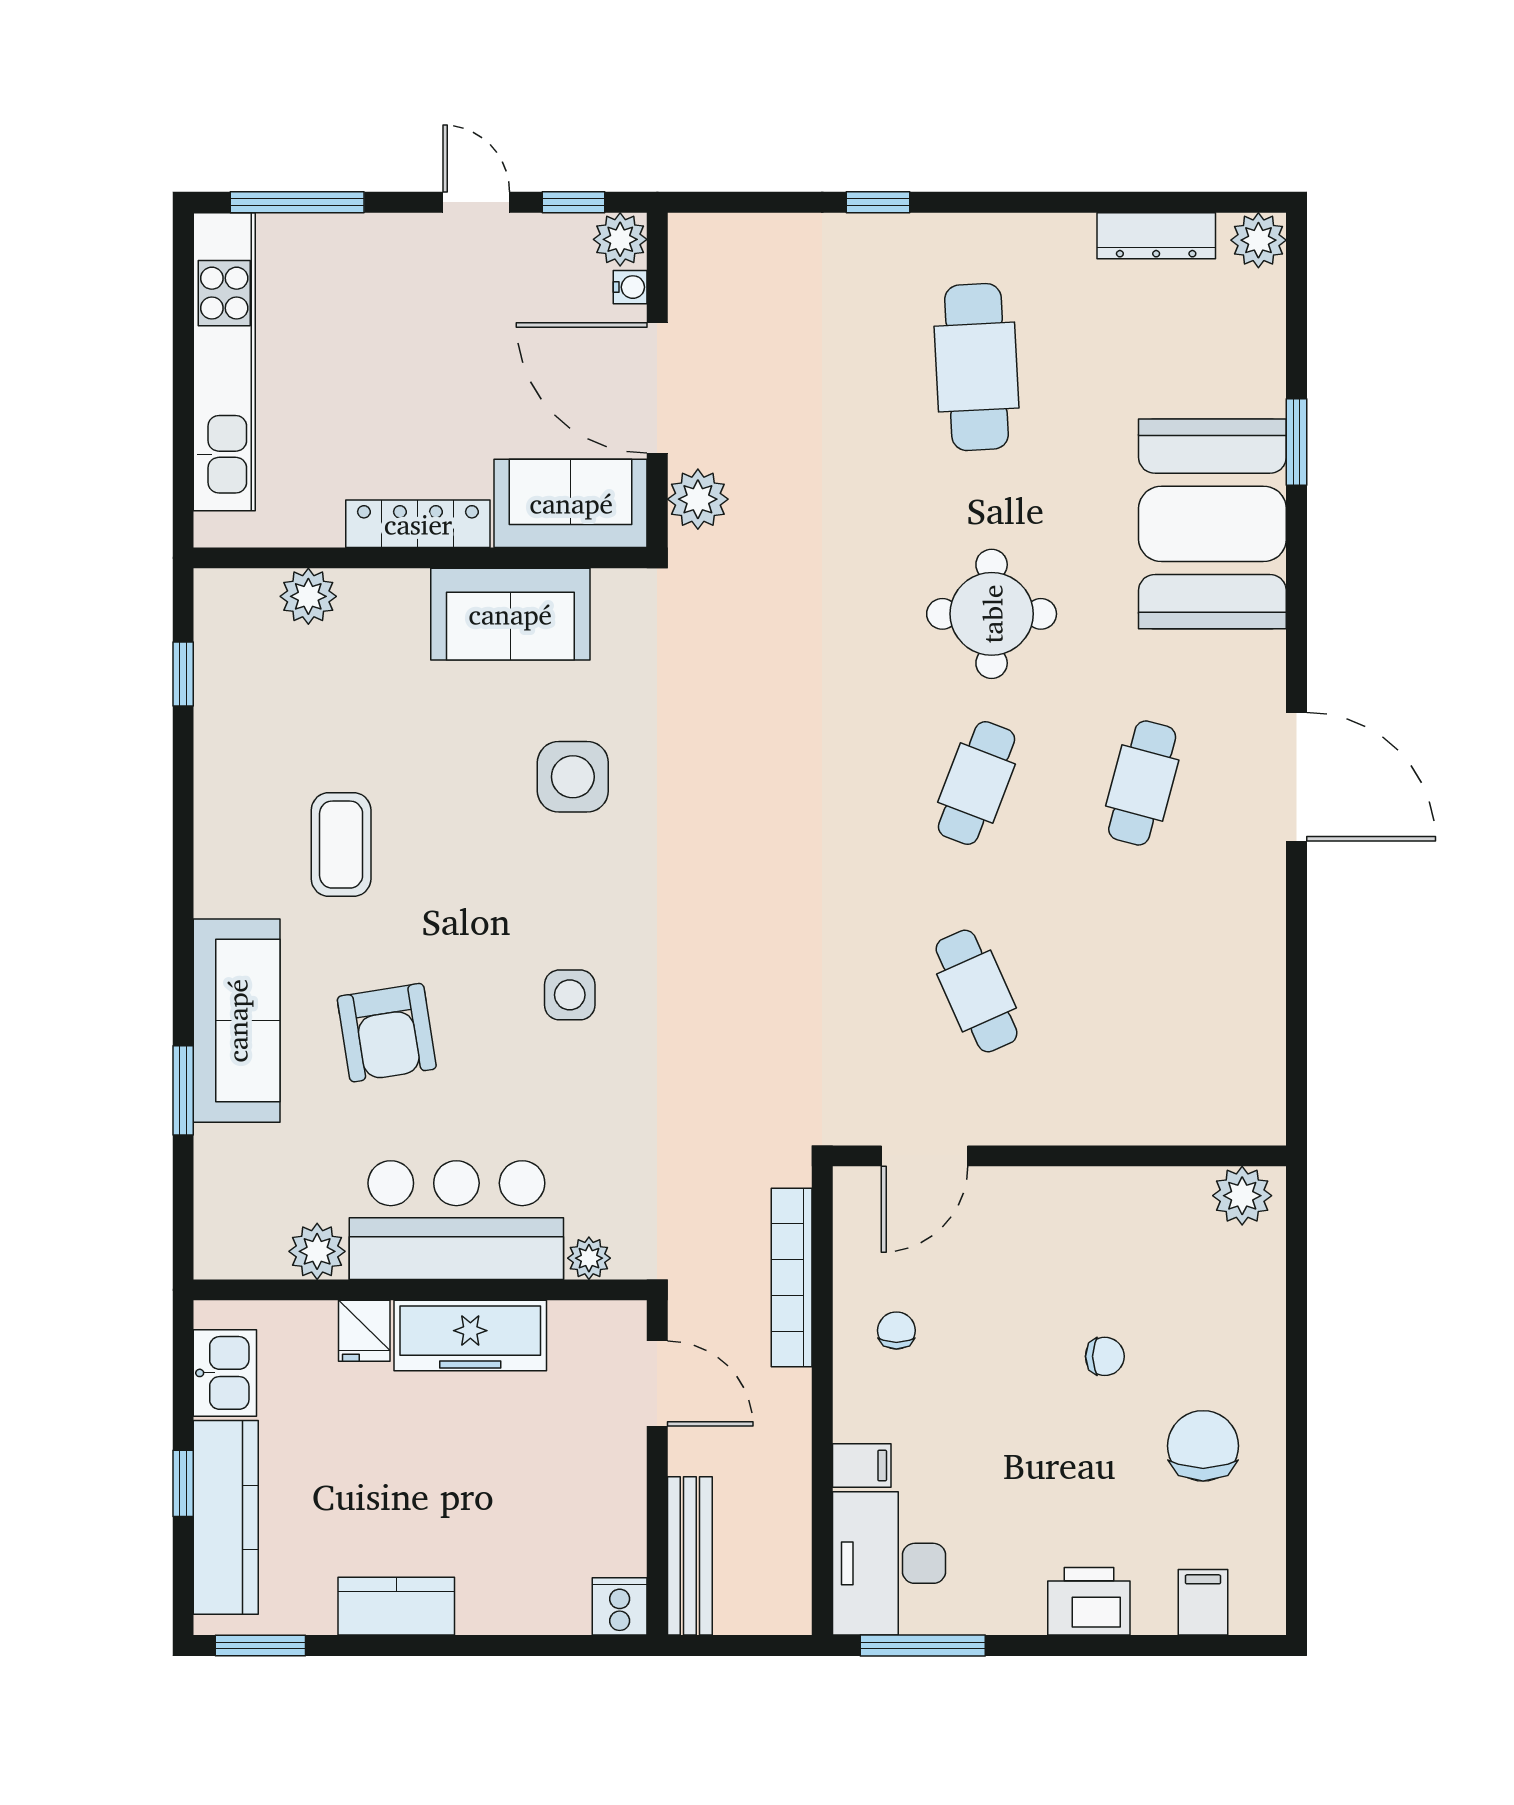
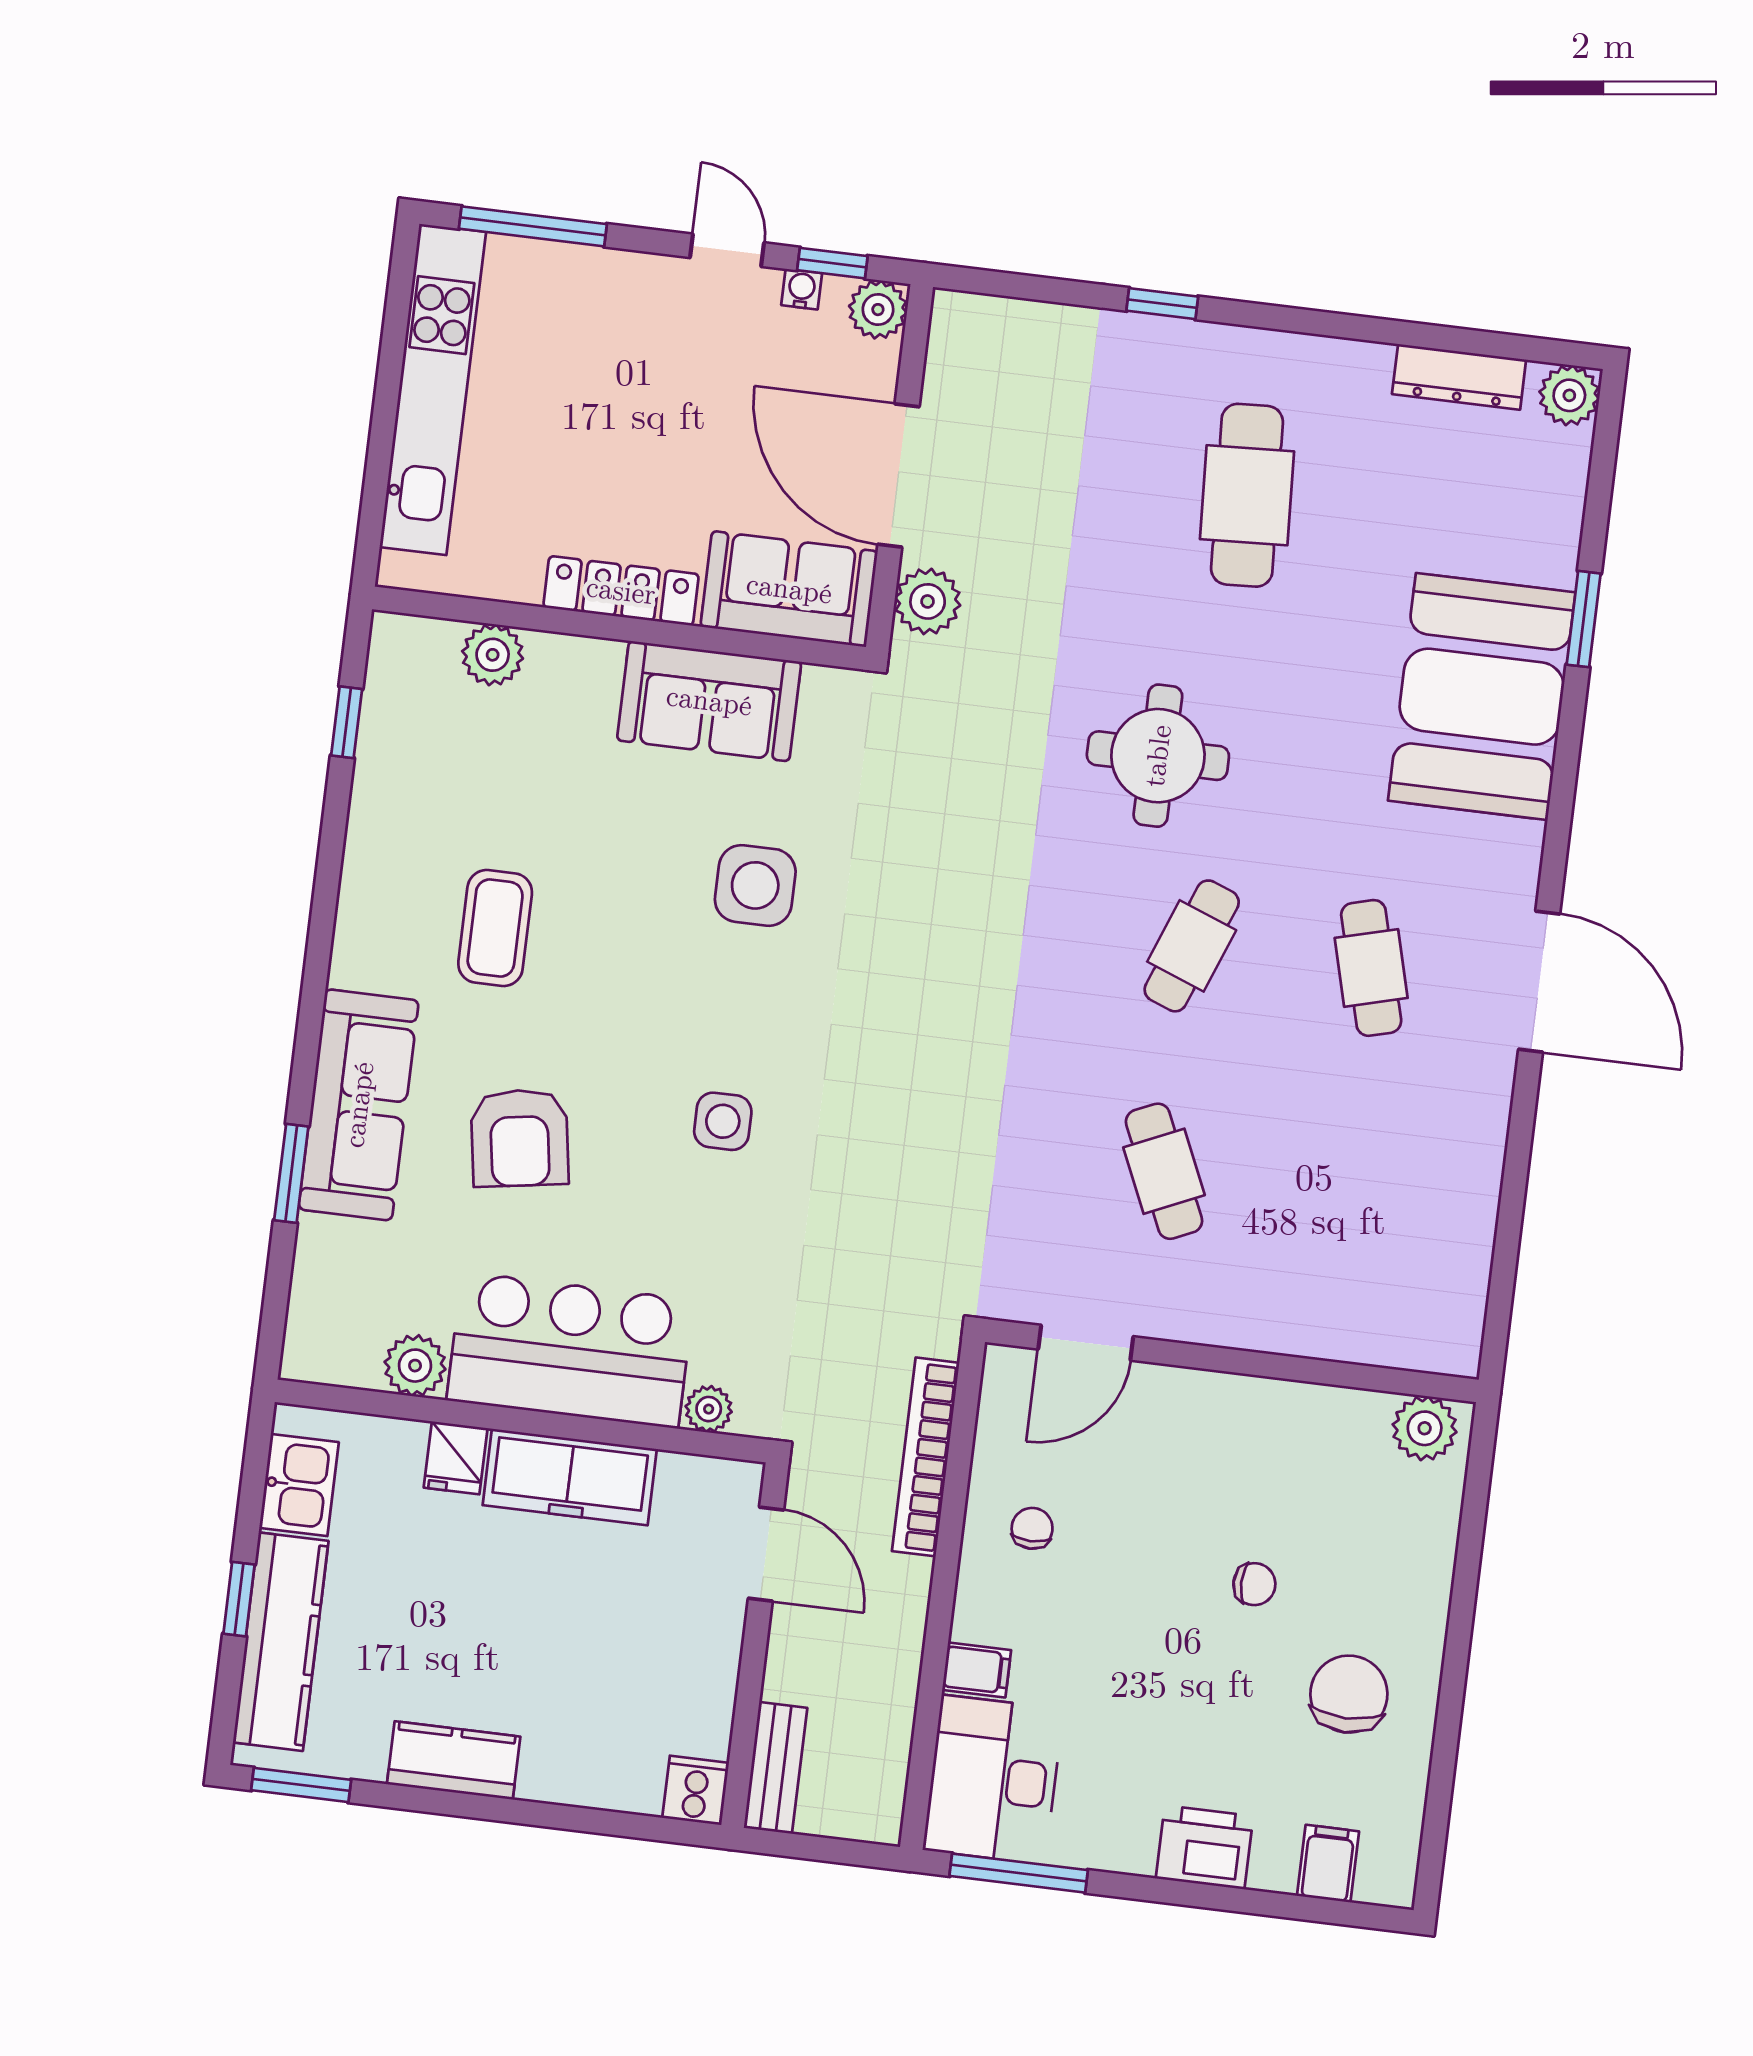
water cooler: (630, 287) -> (802, 289), moved, turned -90
round table: (992, 614) -> (1158, 756), moved
cafe table: (1142, 783) -> (1371, 968), turned -30
bench: (690, 1556) -> (775, 1768), width x0.73

